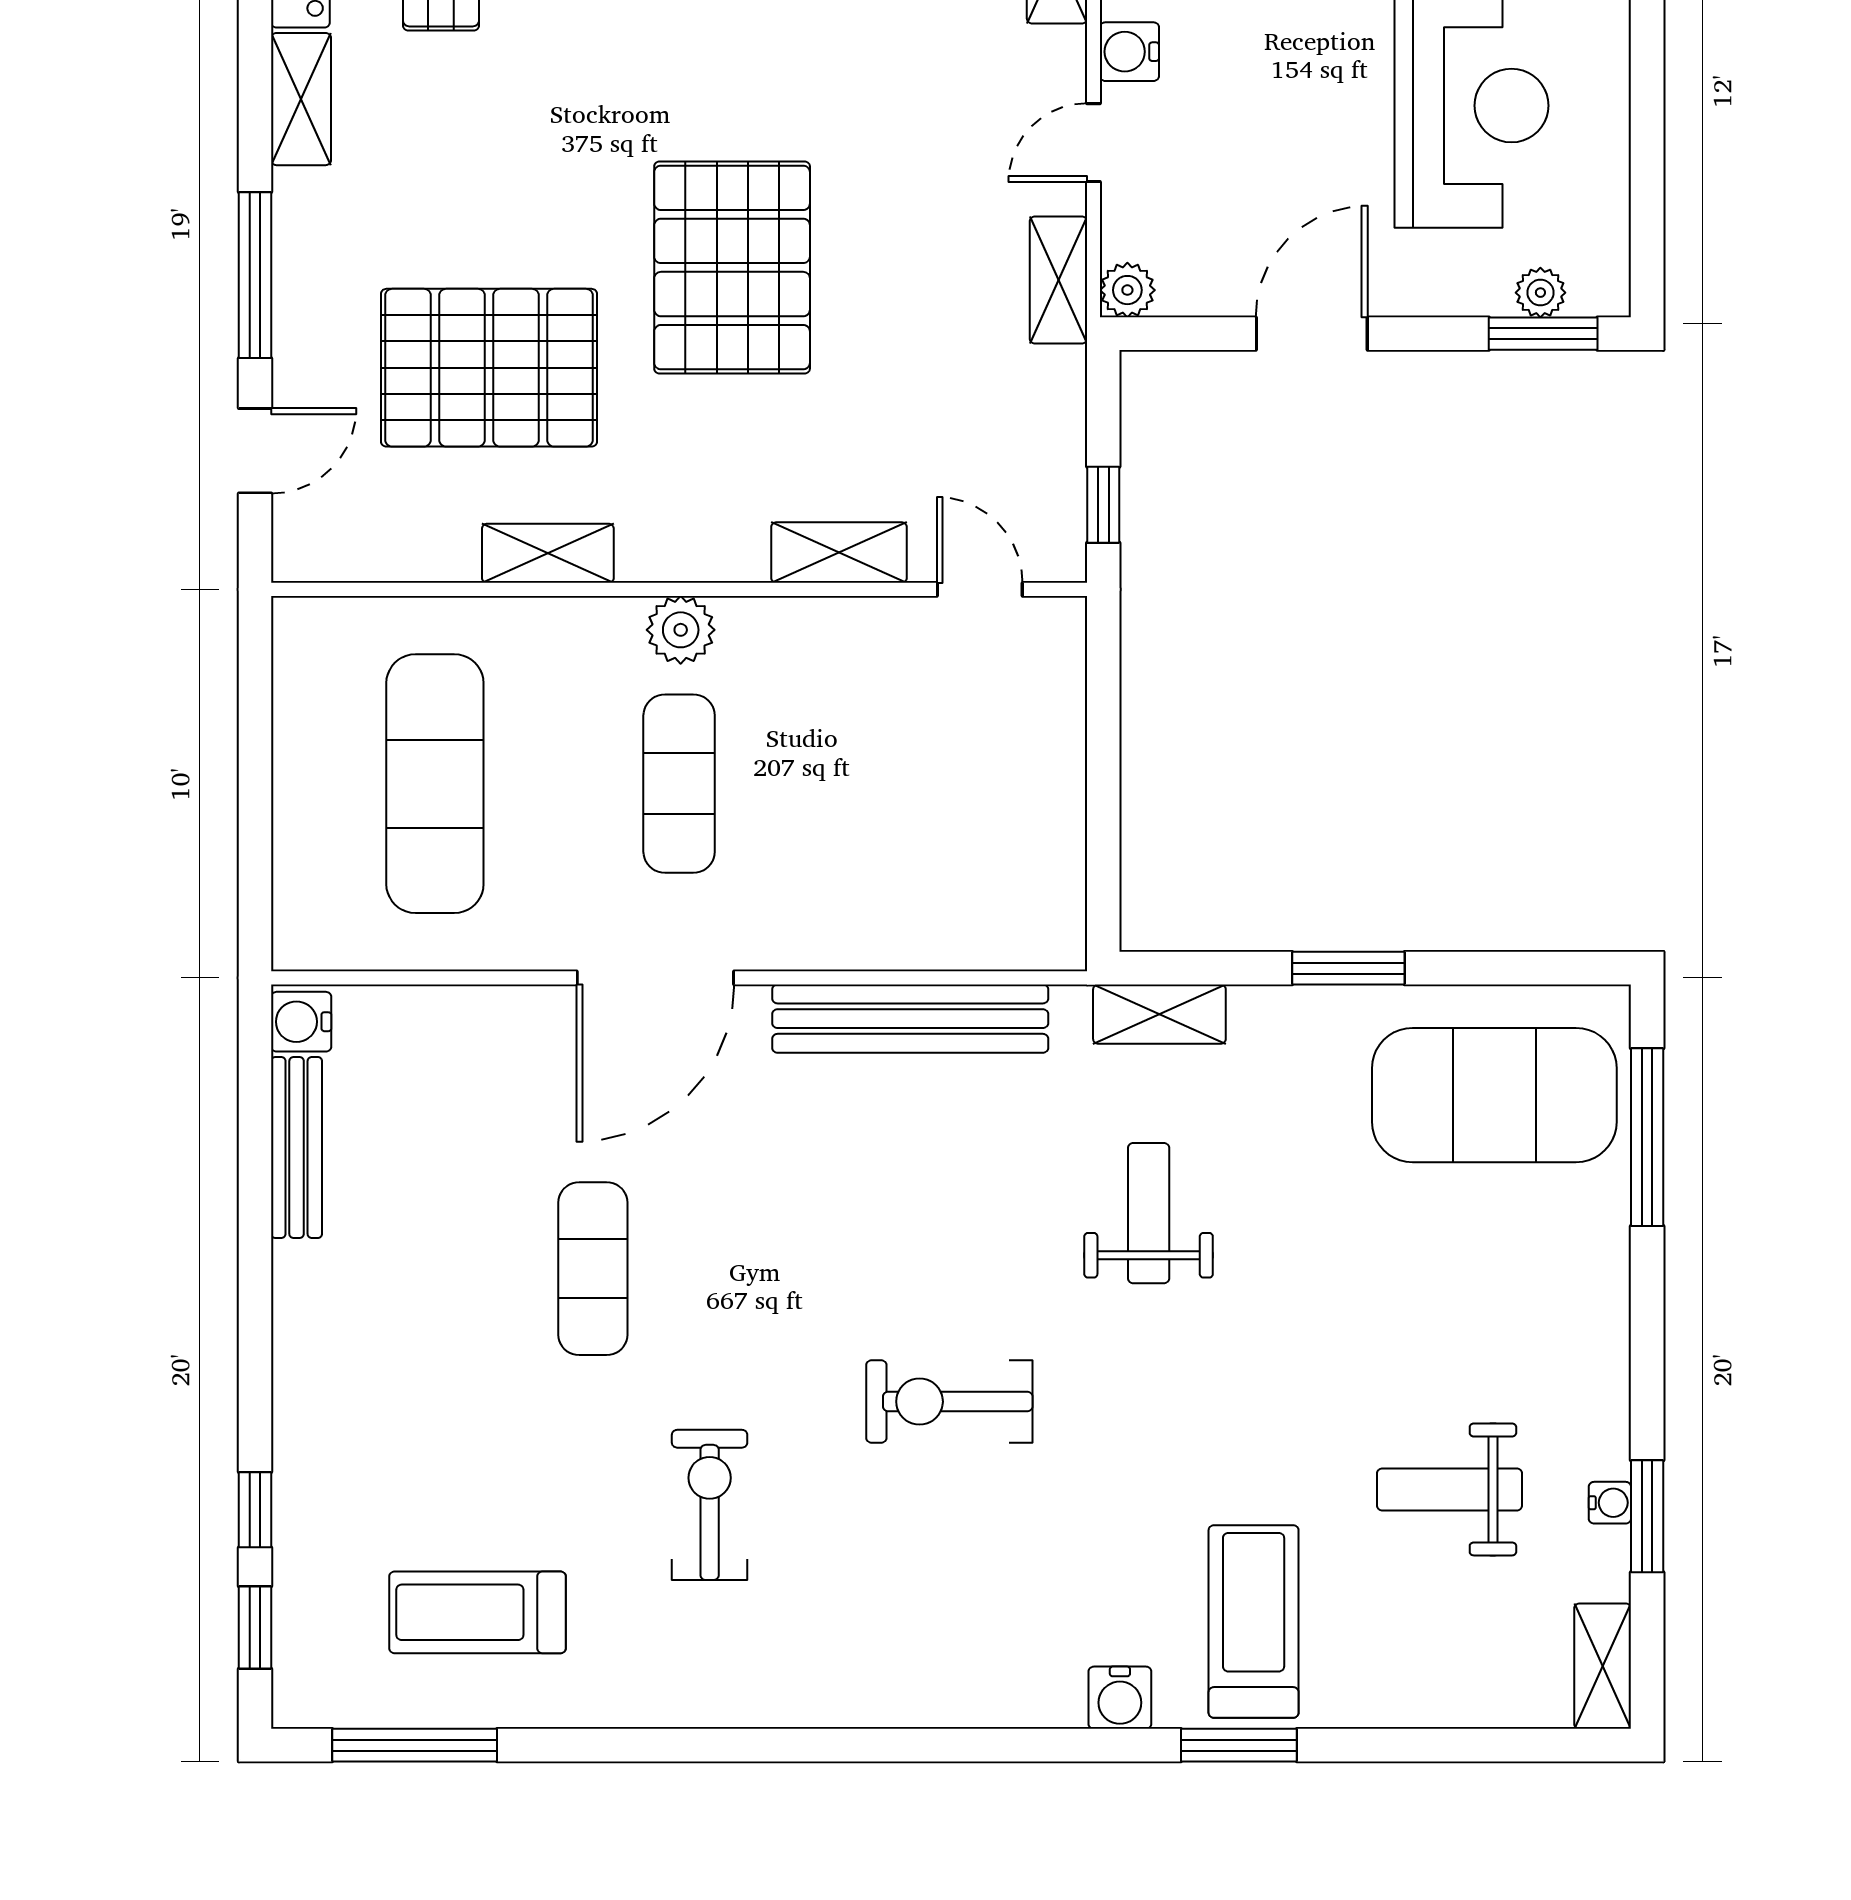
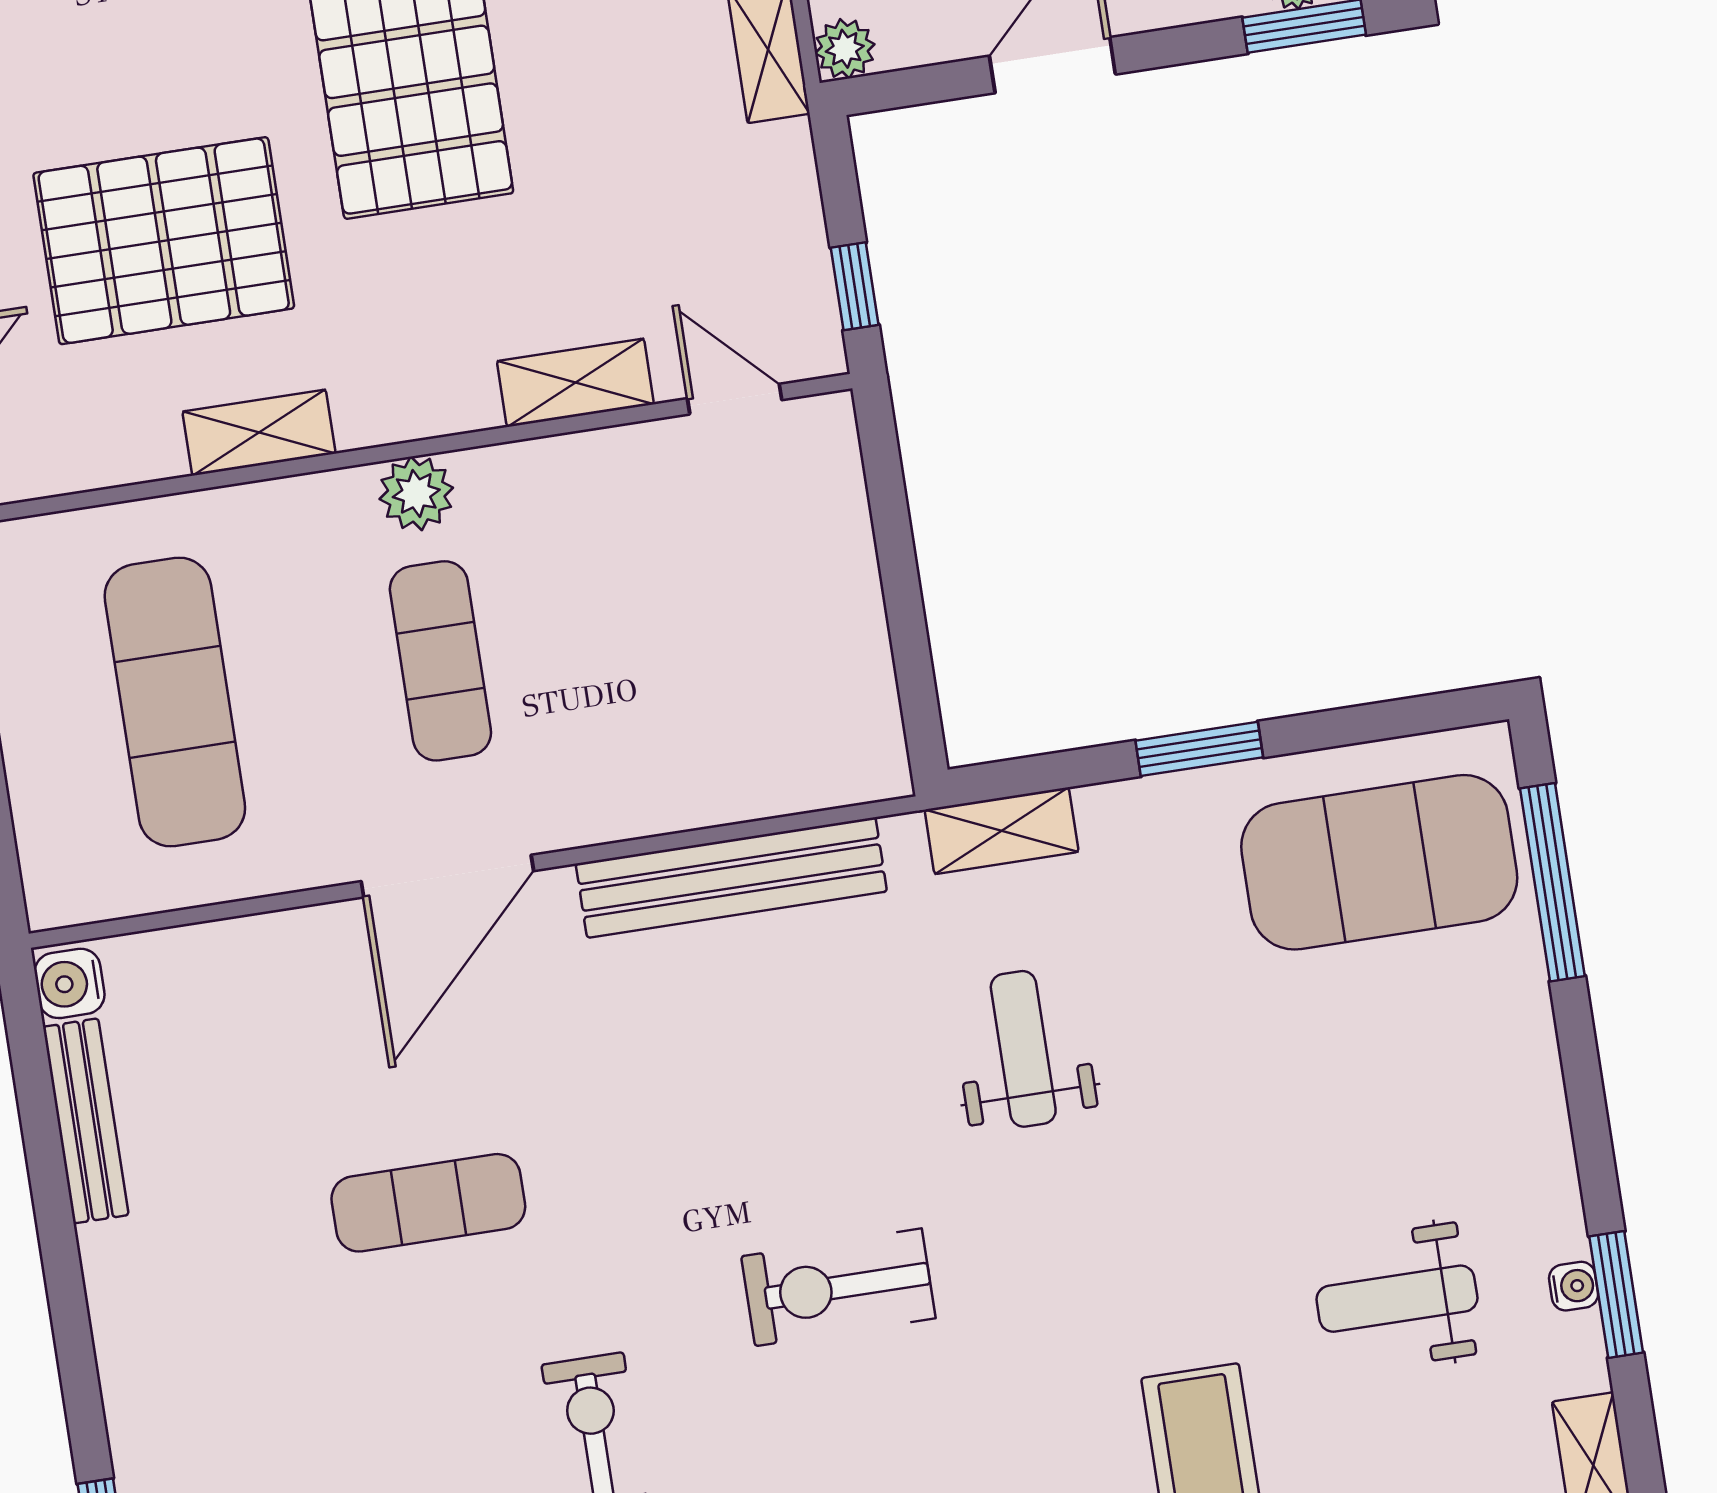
exercise mat: (593, 1269) -> (428, 1203), turned 90

